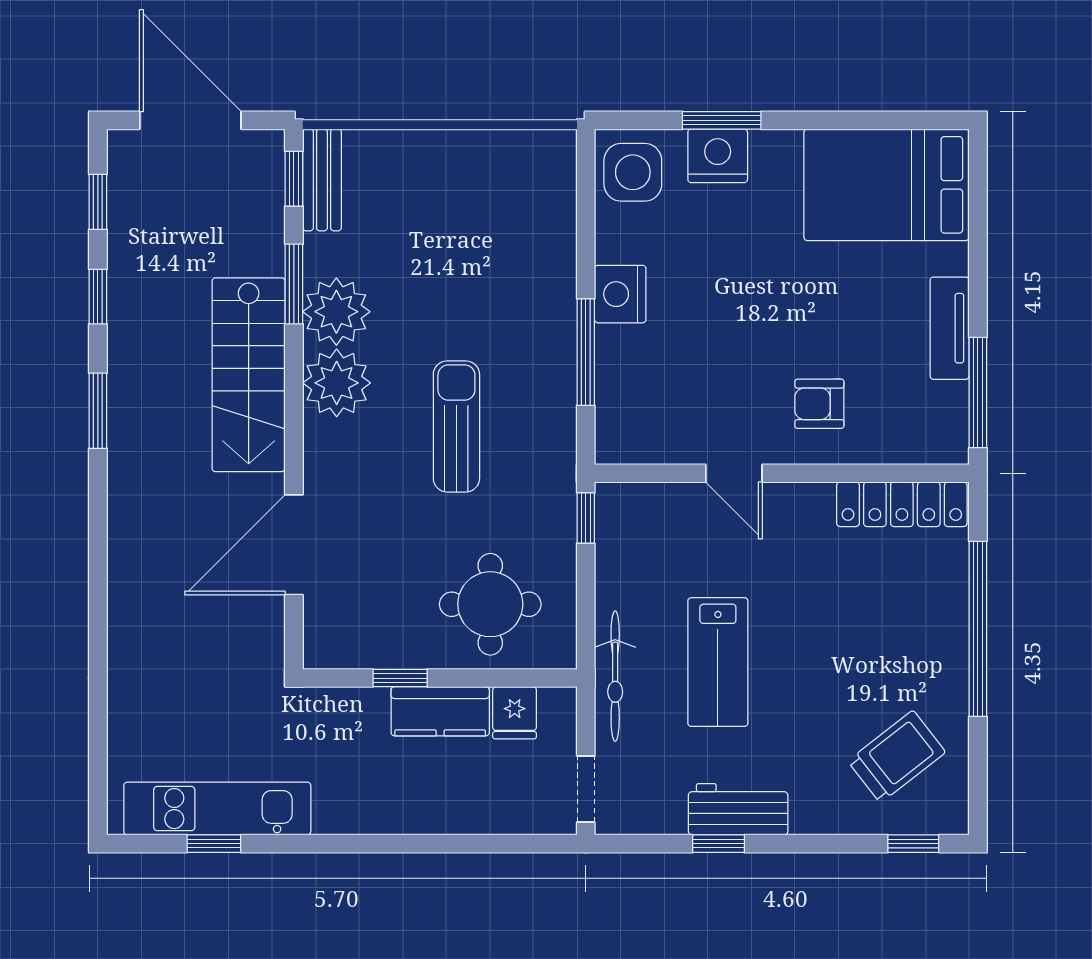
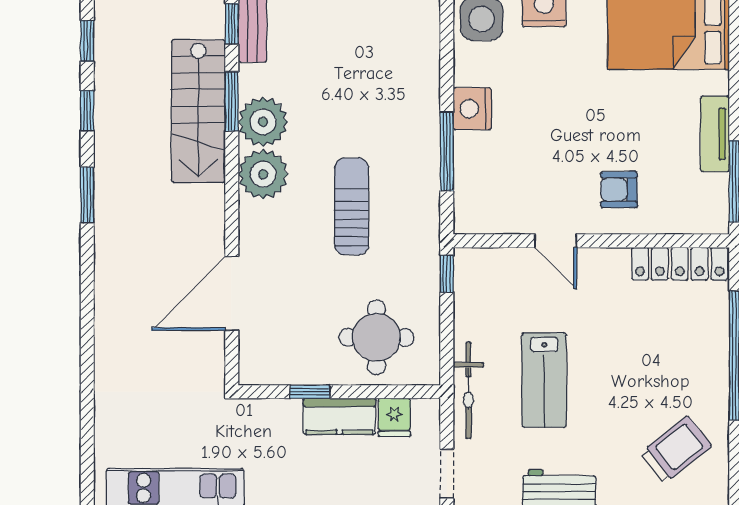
stairs: (249, 375) -> (198, 111), moved

